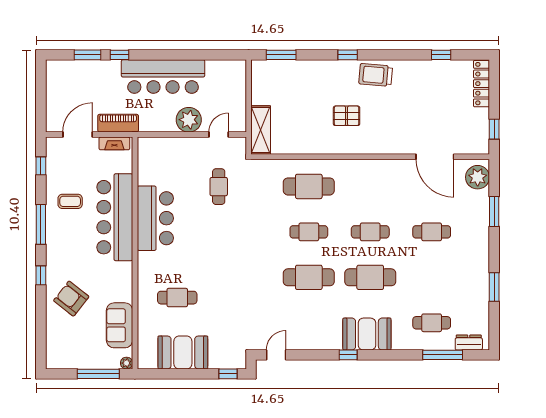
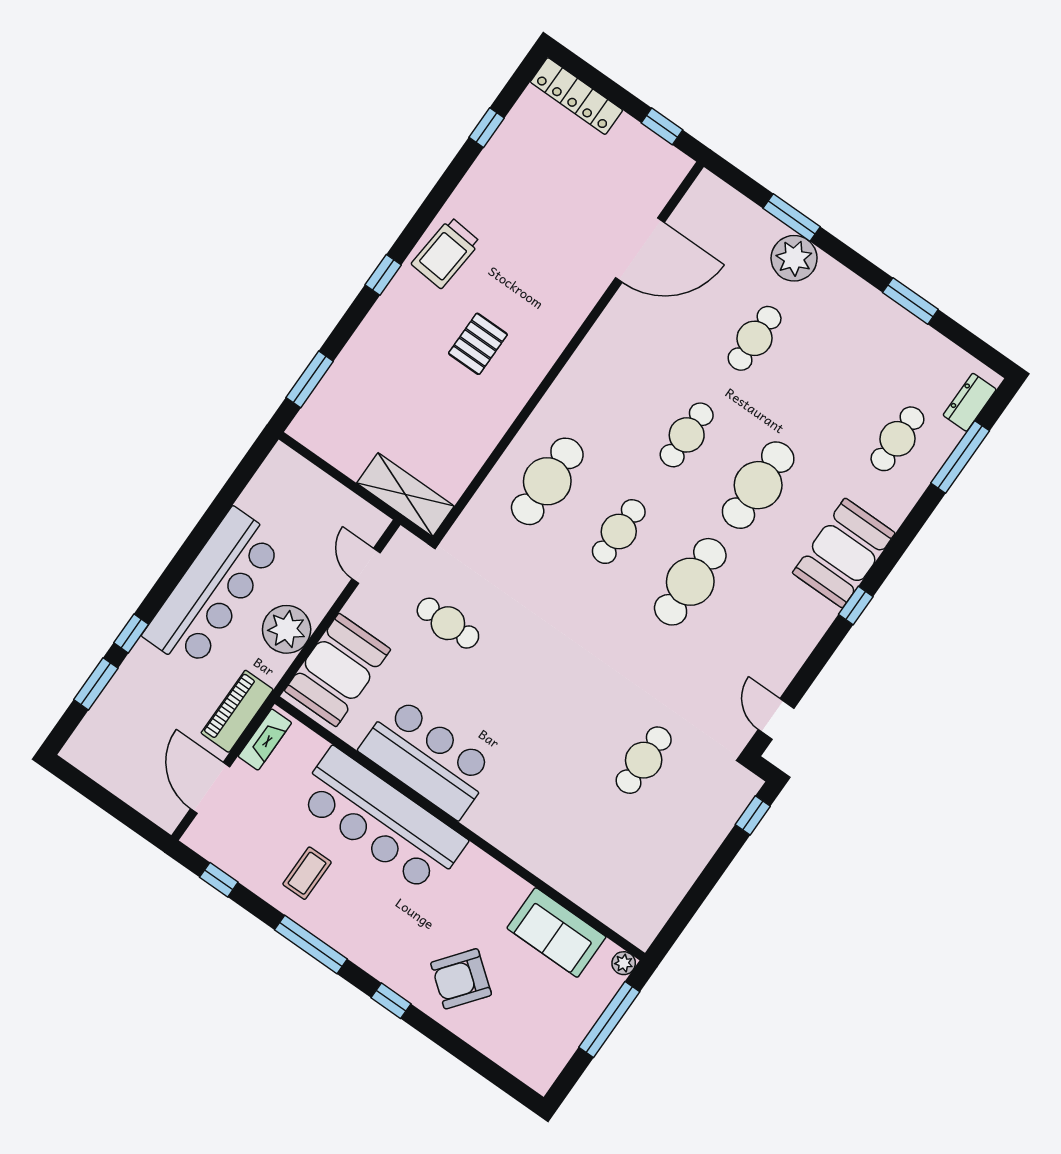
plant: (189, 120) -> (287, 629), moved
plant: (478, 177) -> (794, 258), moved
cafe table: (177, 298) -> (644, 760), moved
booth: (183, 352) -> (338, 670), moved

